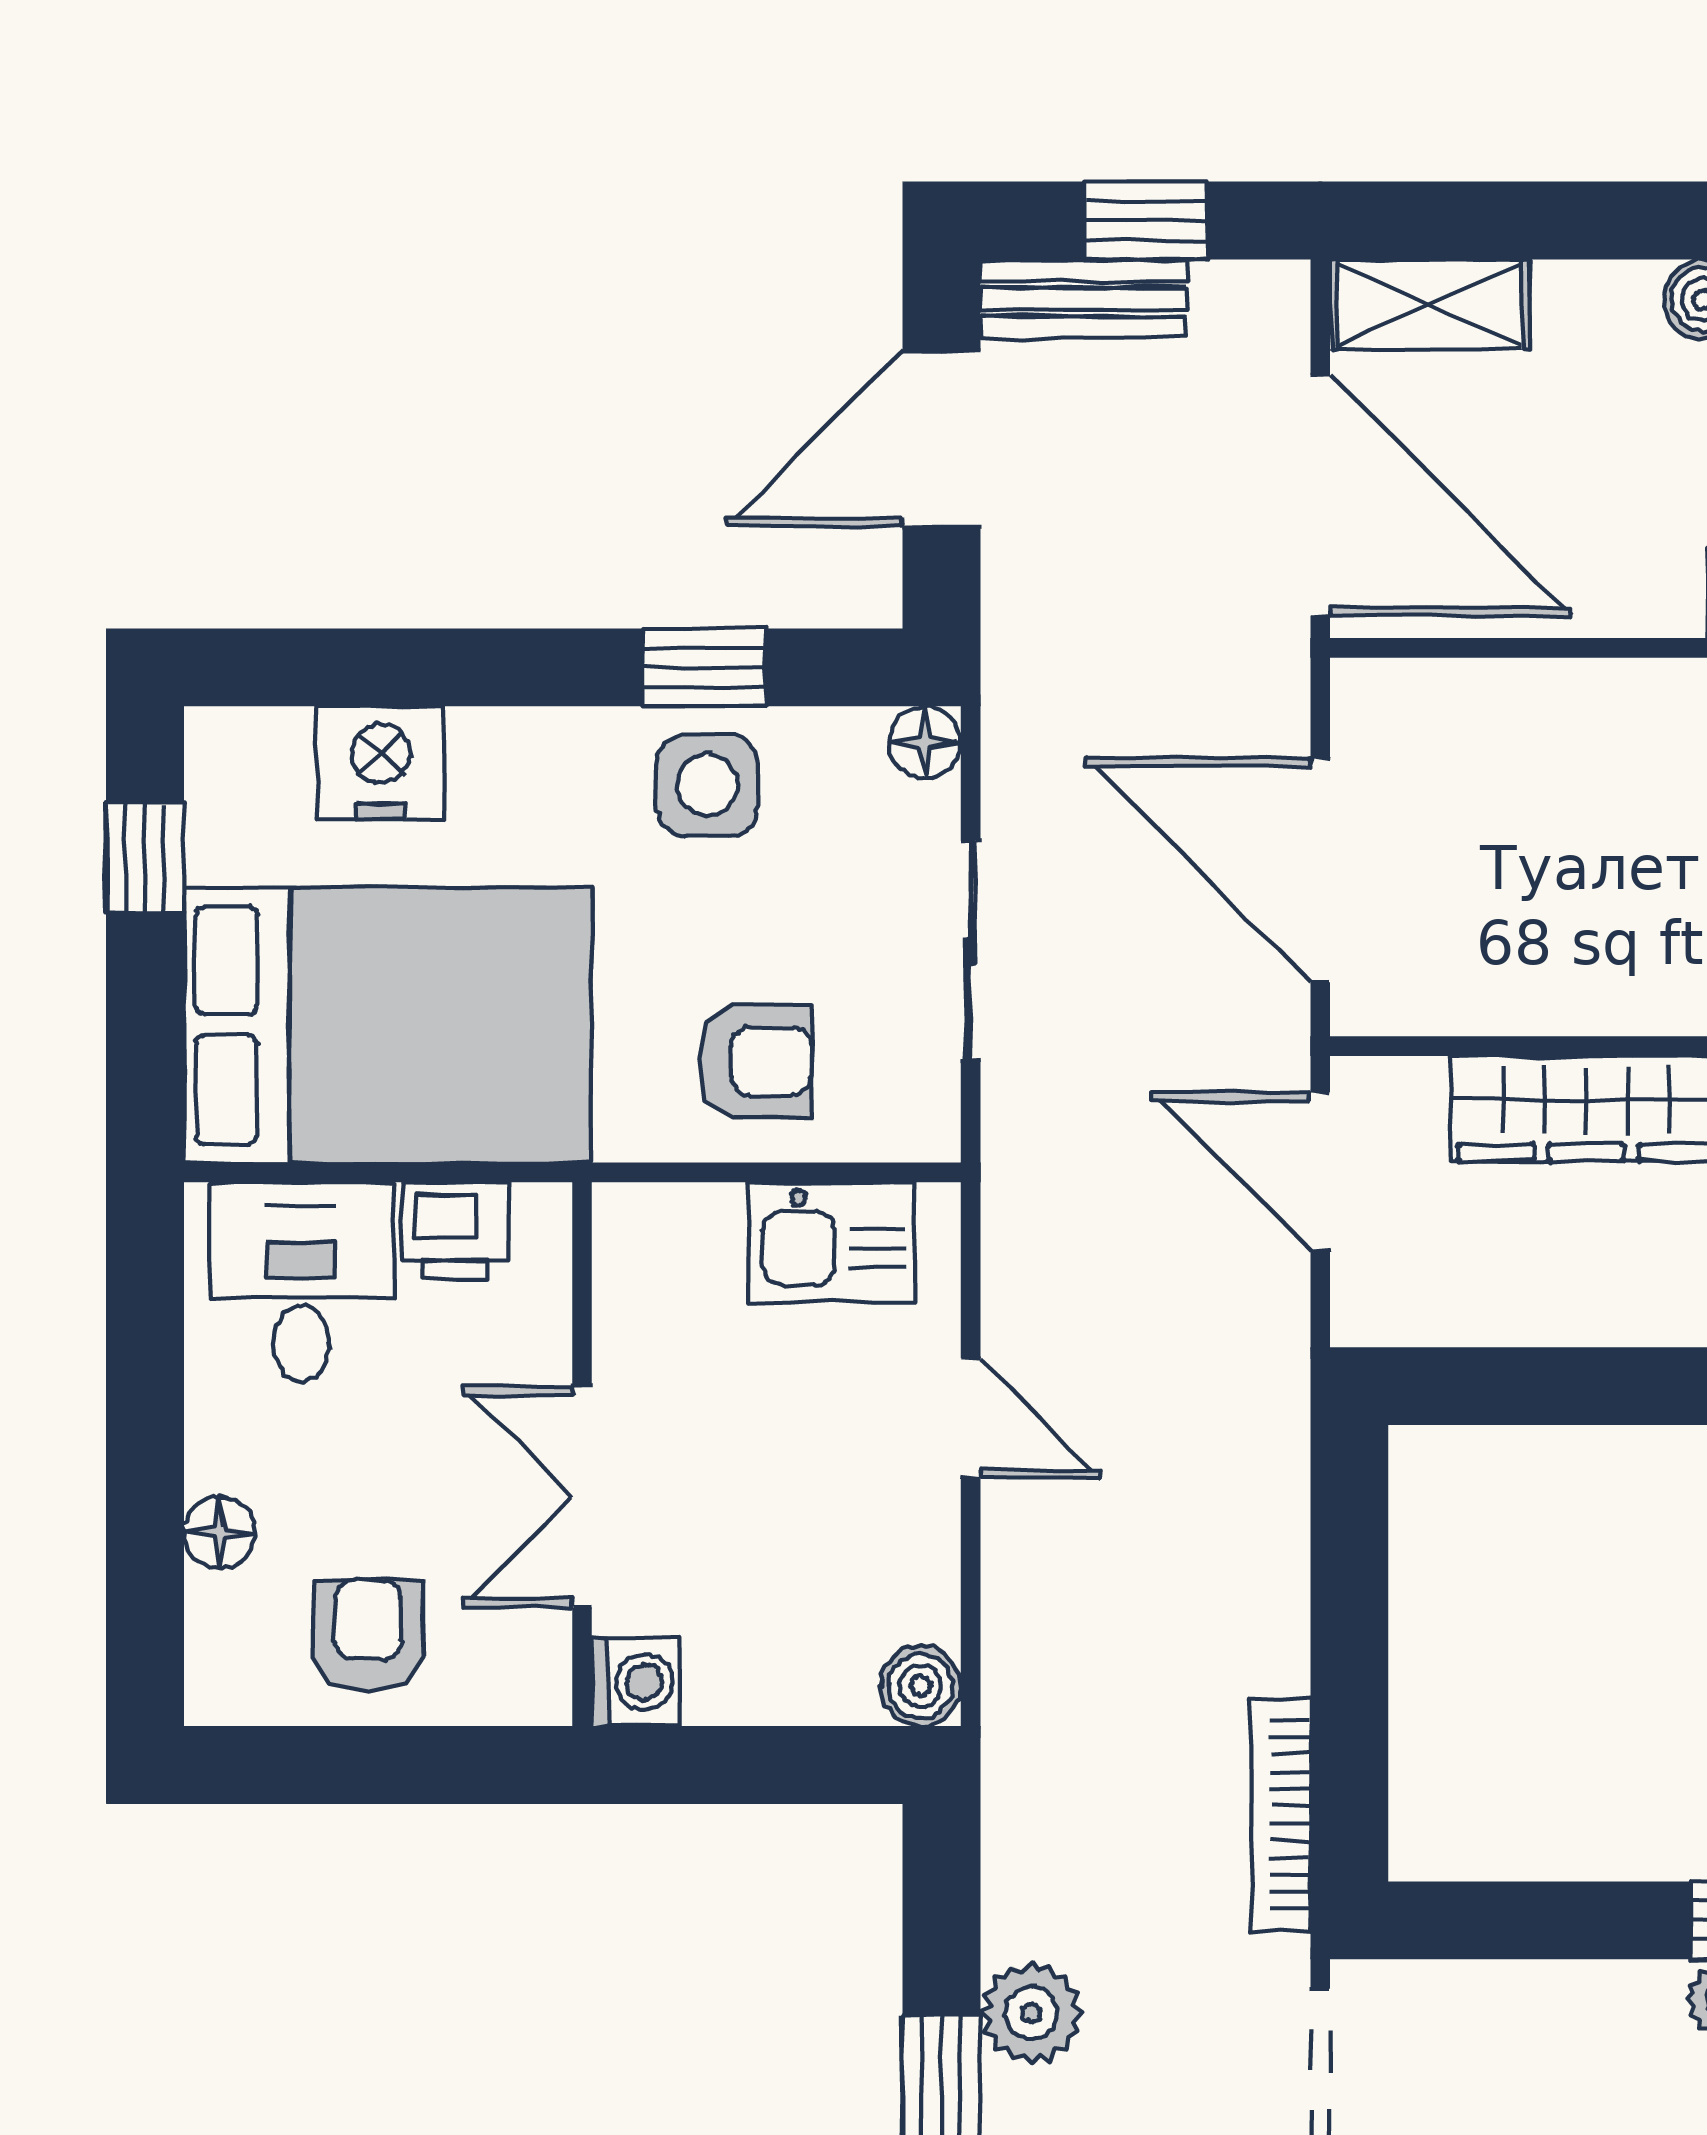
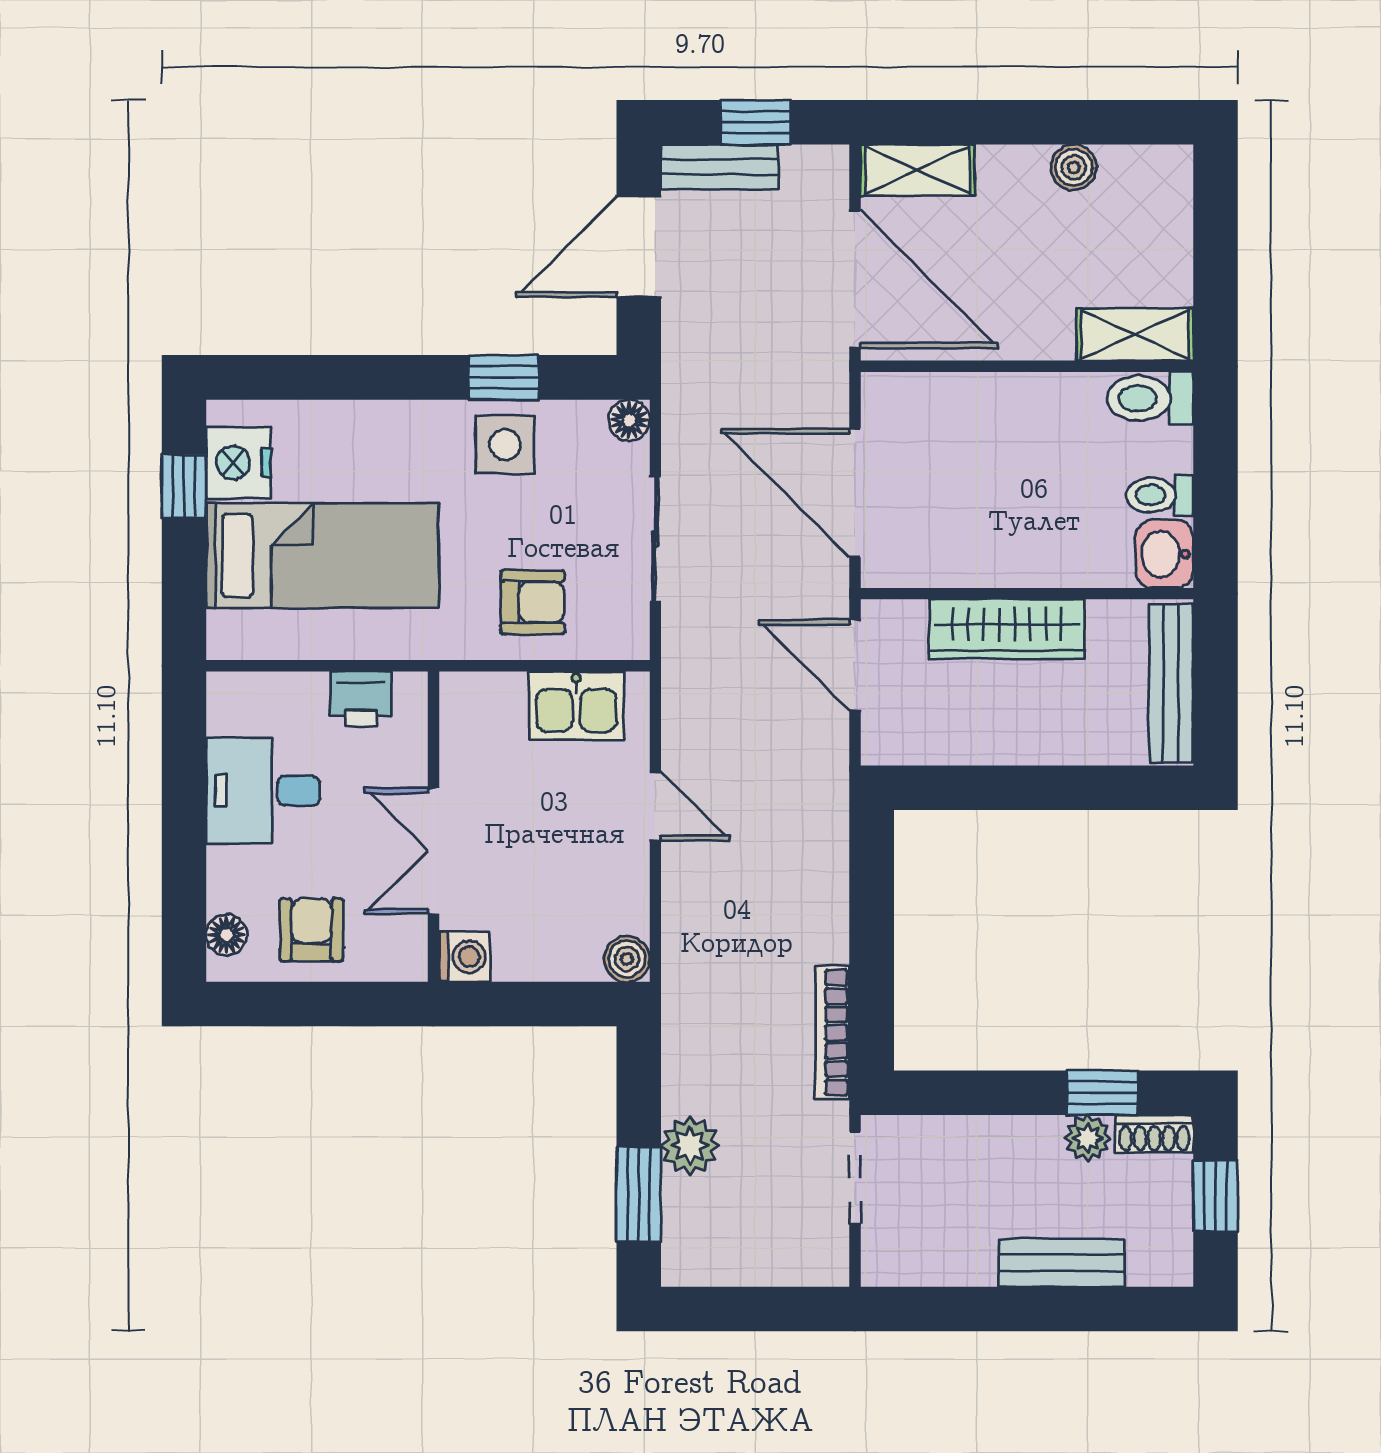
nightstand: (381, 763) -> (238, 463), moved, turned -90
bed: (388, 1025) -> (322, 555), width x0.67
desk: (301, 1282) -> (263, 791), moved, turned -90
floor lamp: (220, 1533) -> (227, 935), moved

